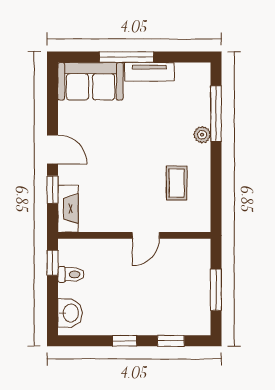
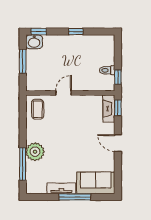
plant: (202, 135) -> (35, 152), width x1.87, depth x1.87
coffee table: (177, 183) -> (38, 109), moved
window: (53, 190) -> (118, 108), moved
washbasin: (70, 313) -> (34, 42), moved, turned -90
window: (171, 341) -> (39, 32), moved

